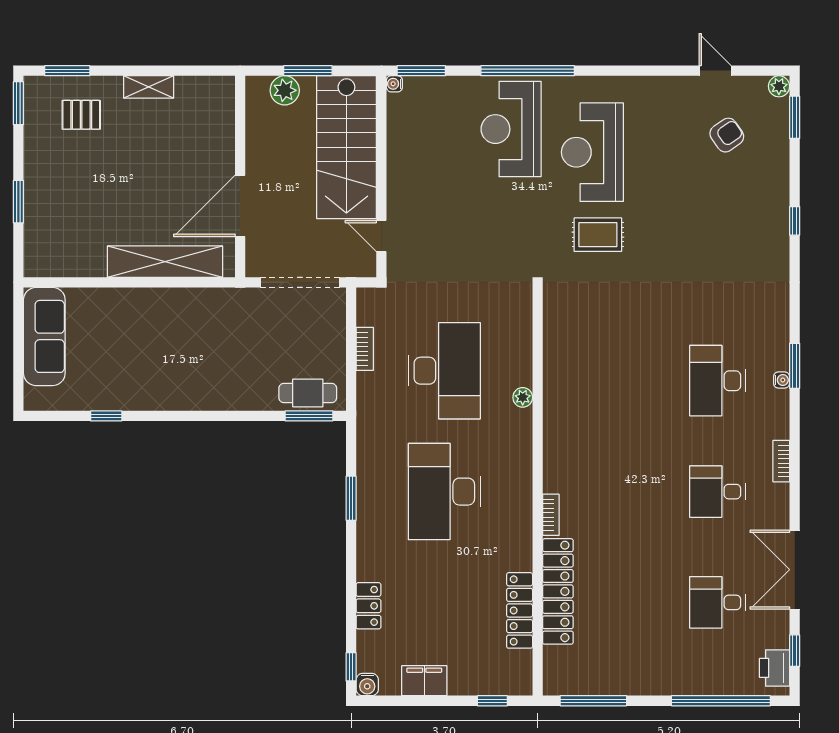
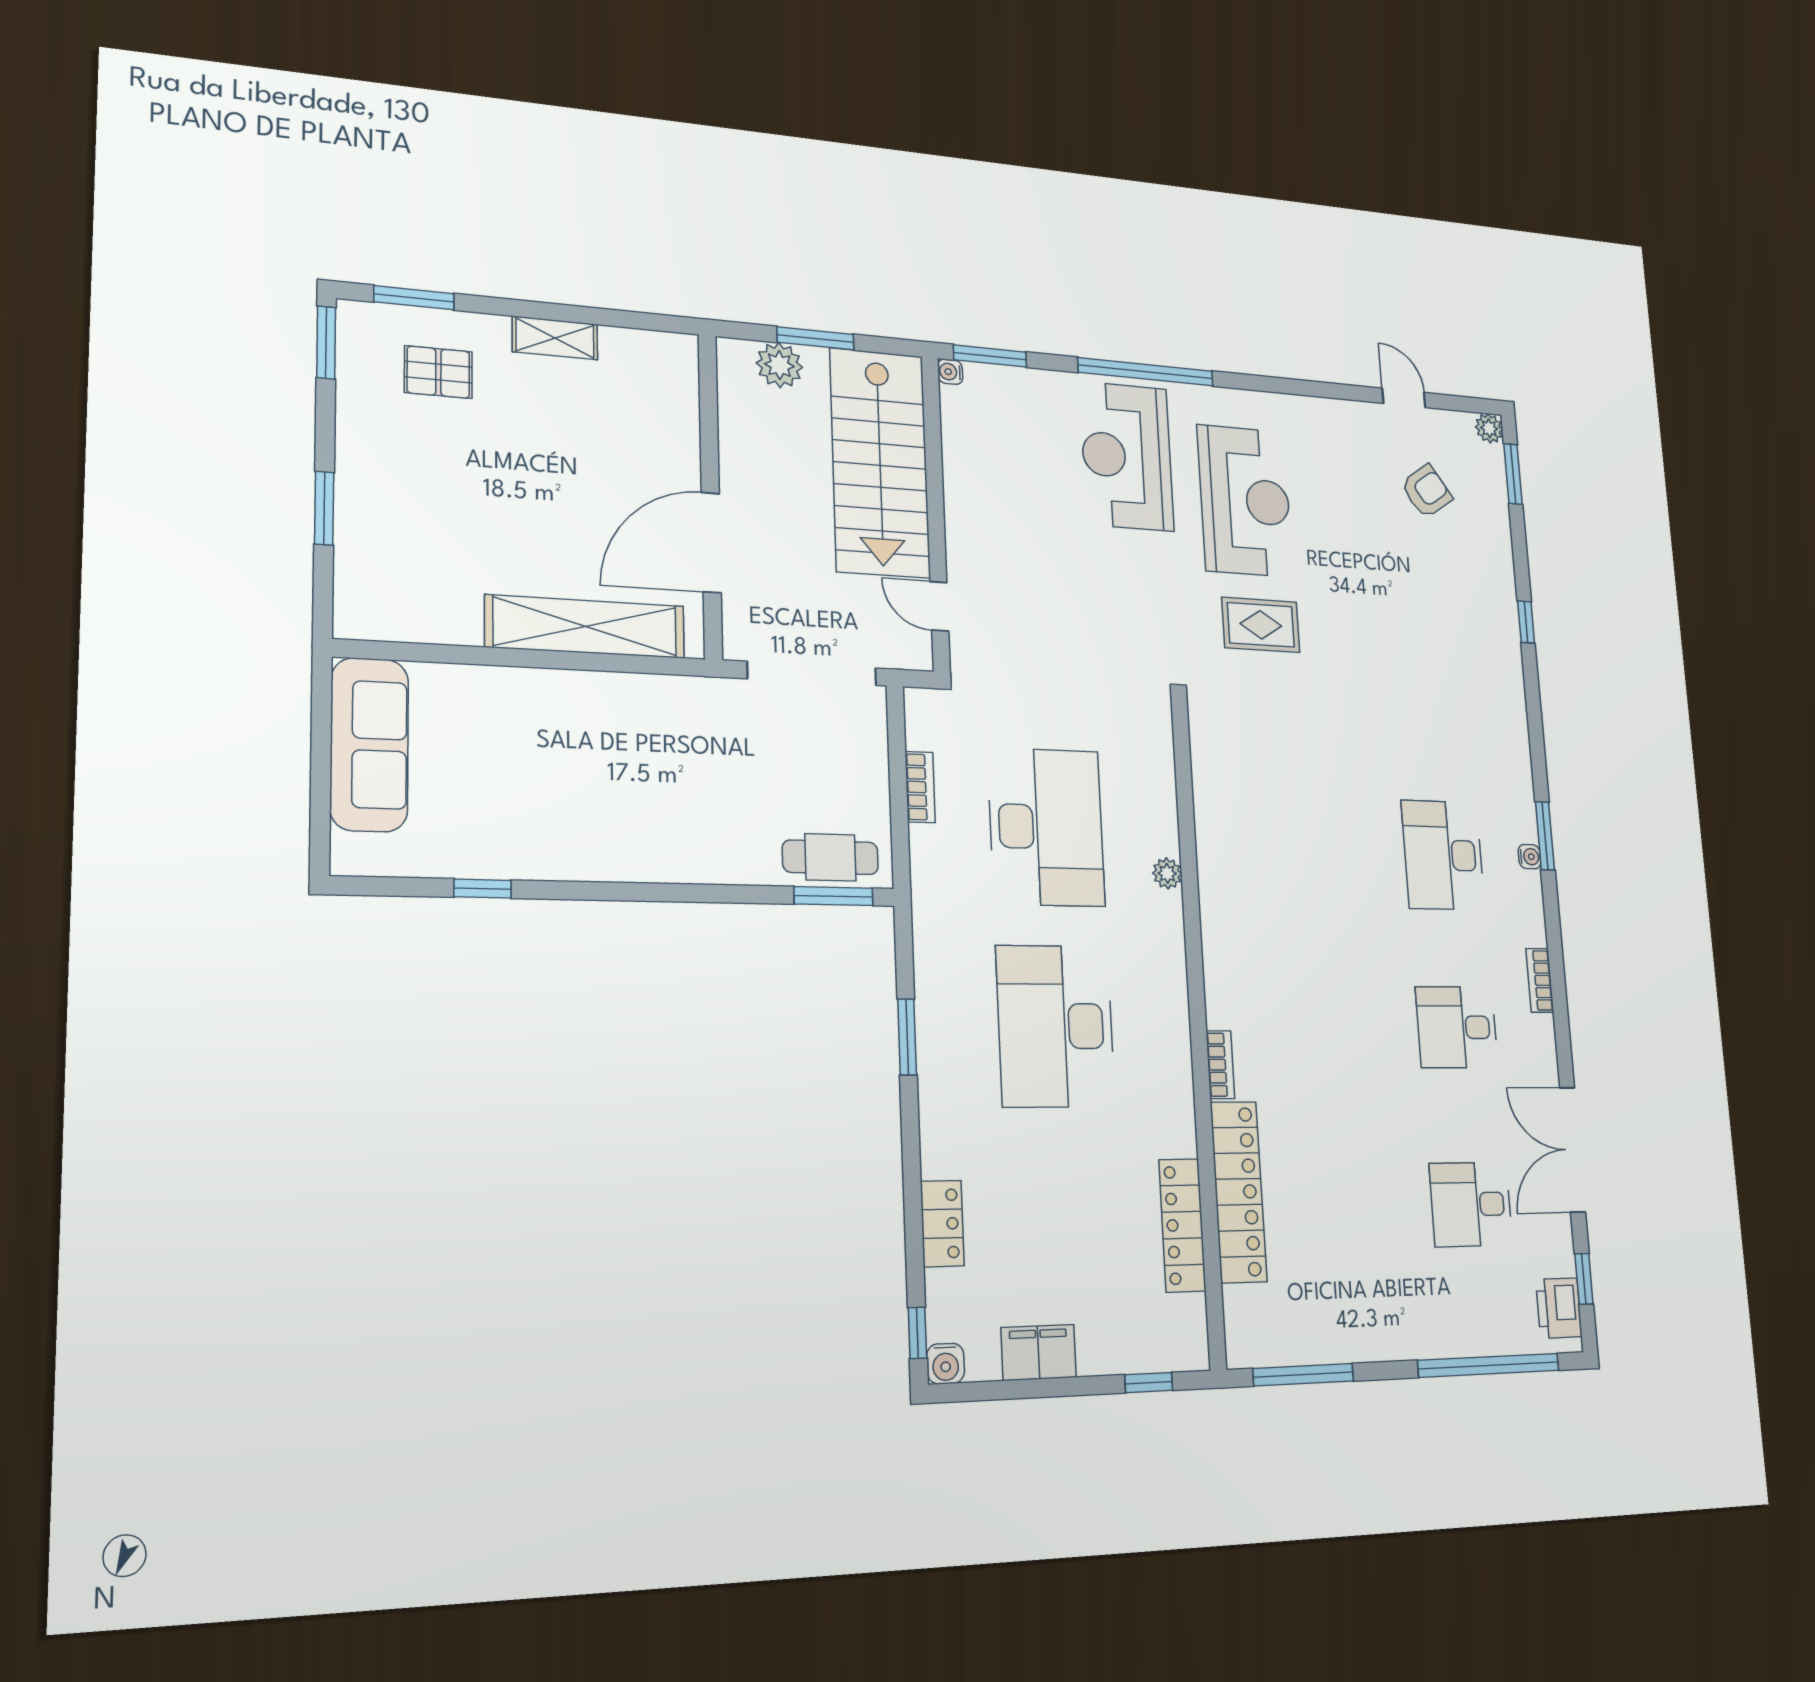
reception desk: (592, 152) -> (1245, 501), turned 180

